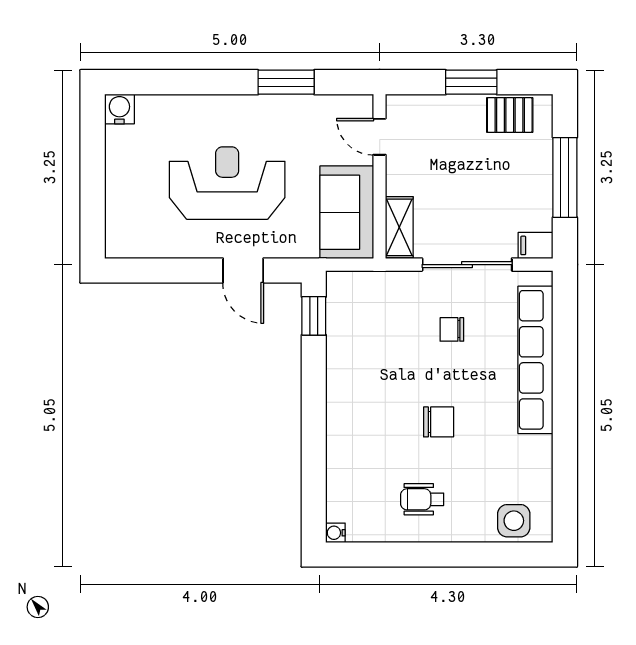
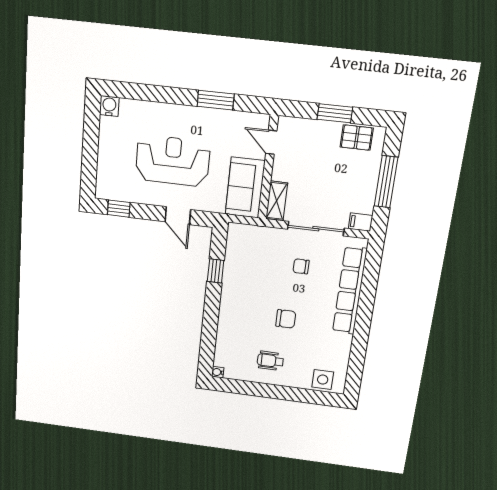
window: (145, 271) -> (119, 209), added
window: (314, 316) -> (216, 271), moved

